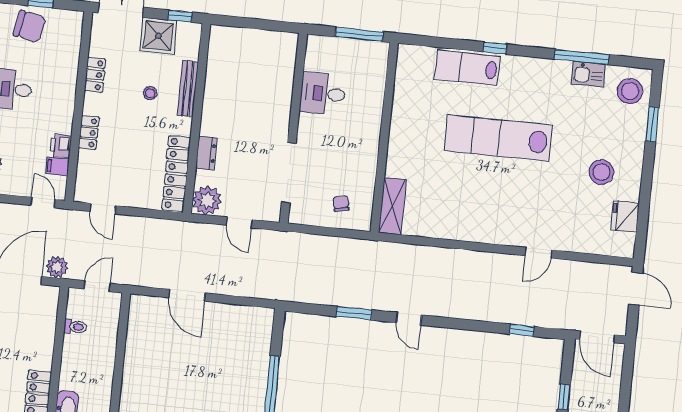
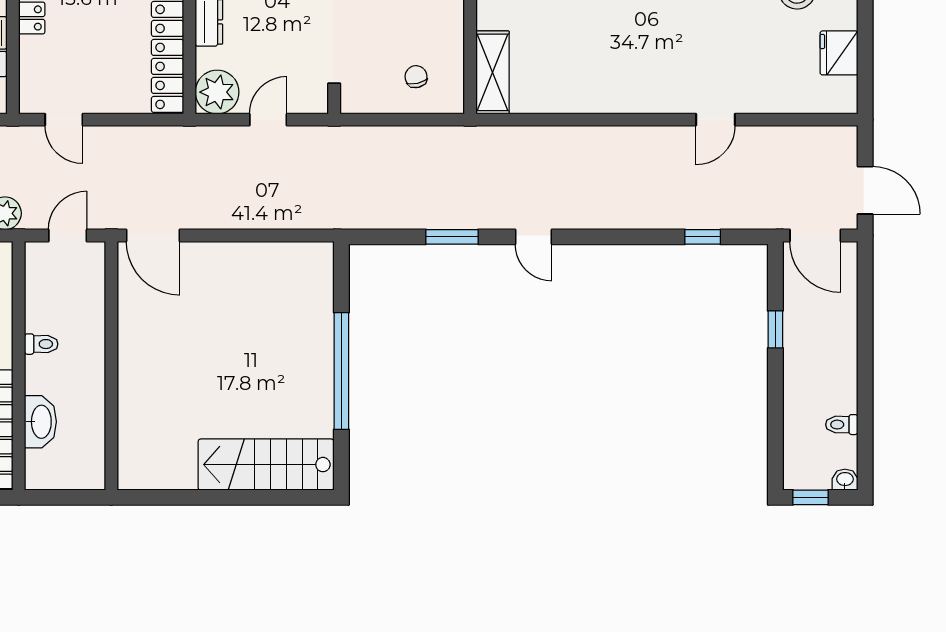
door: (239, 222) -> (268, 120), swing flipped
door: (636, 289) -> (865, 190), moved
door: (187, 295) -> (153, 235), moved
toilet: (75, 327) -> (41, 344), moved

